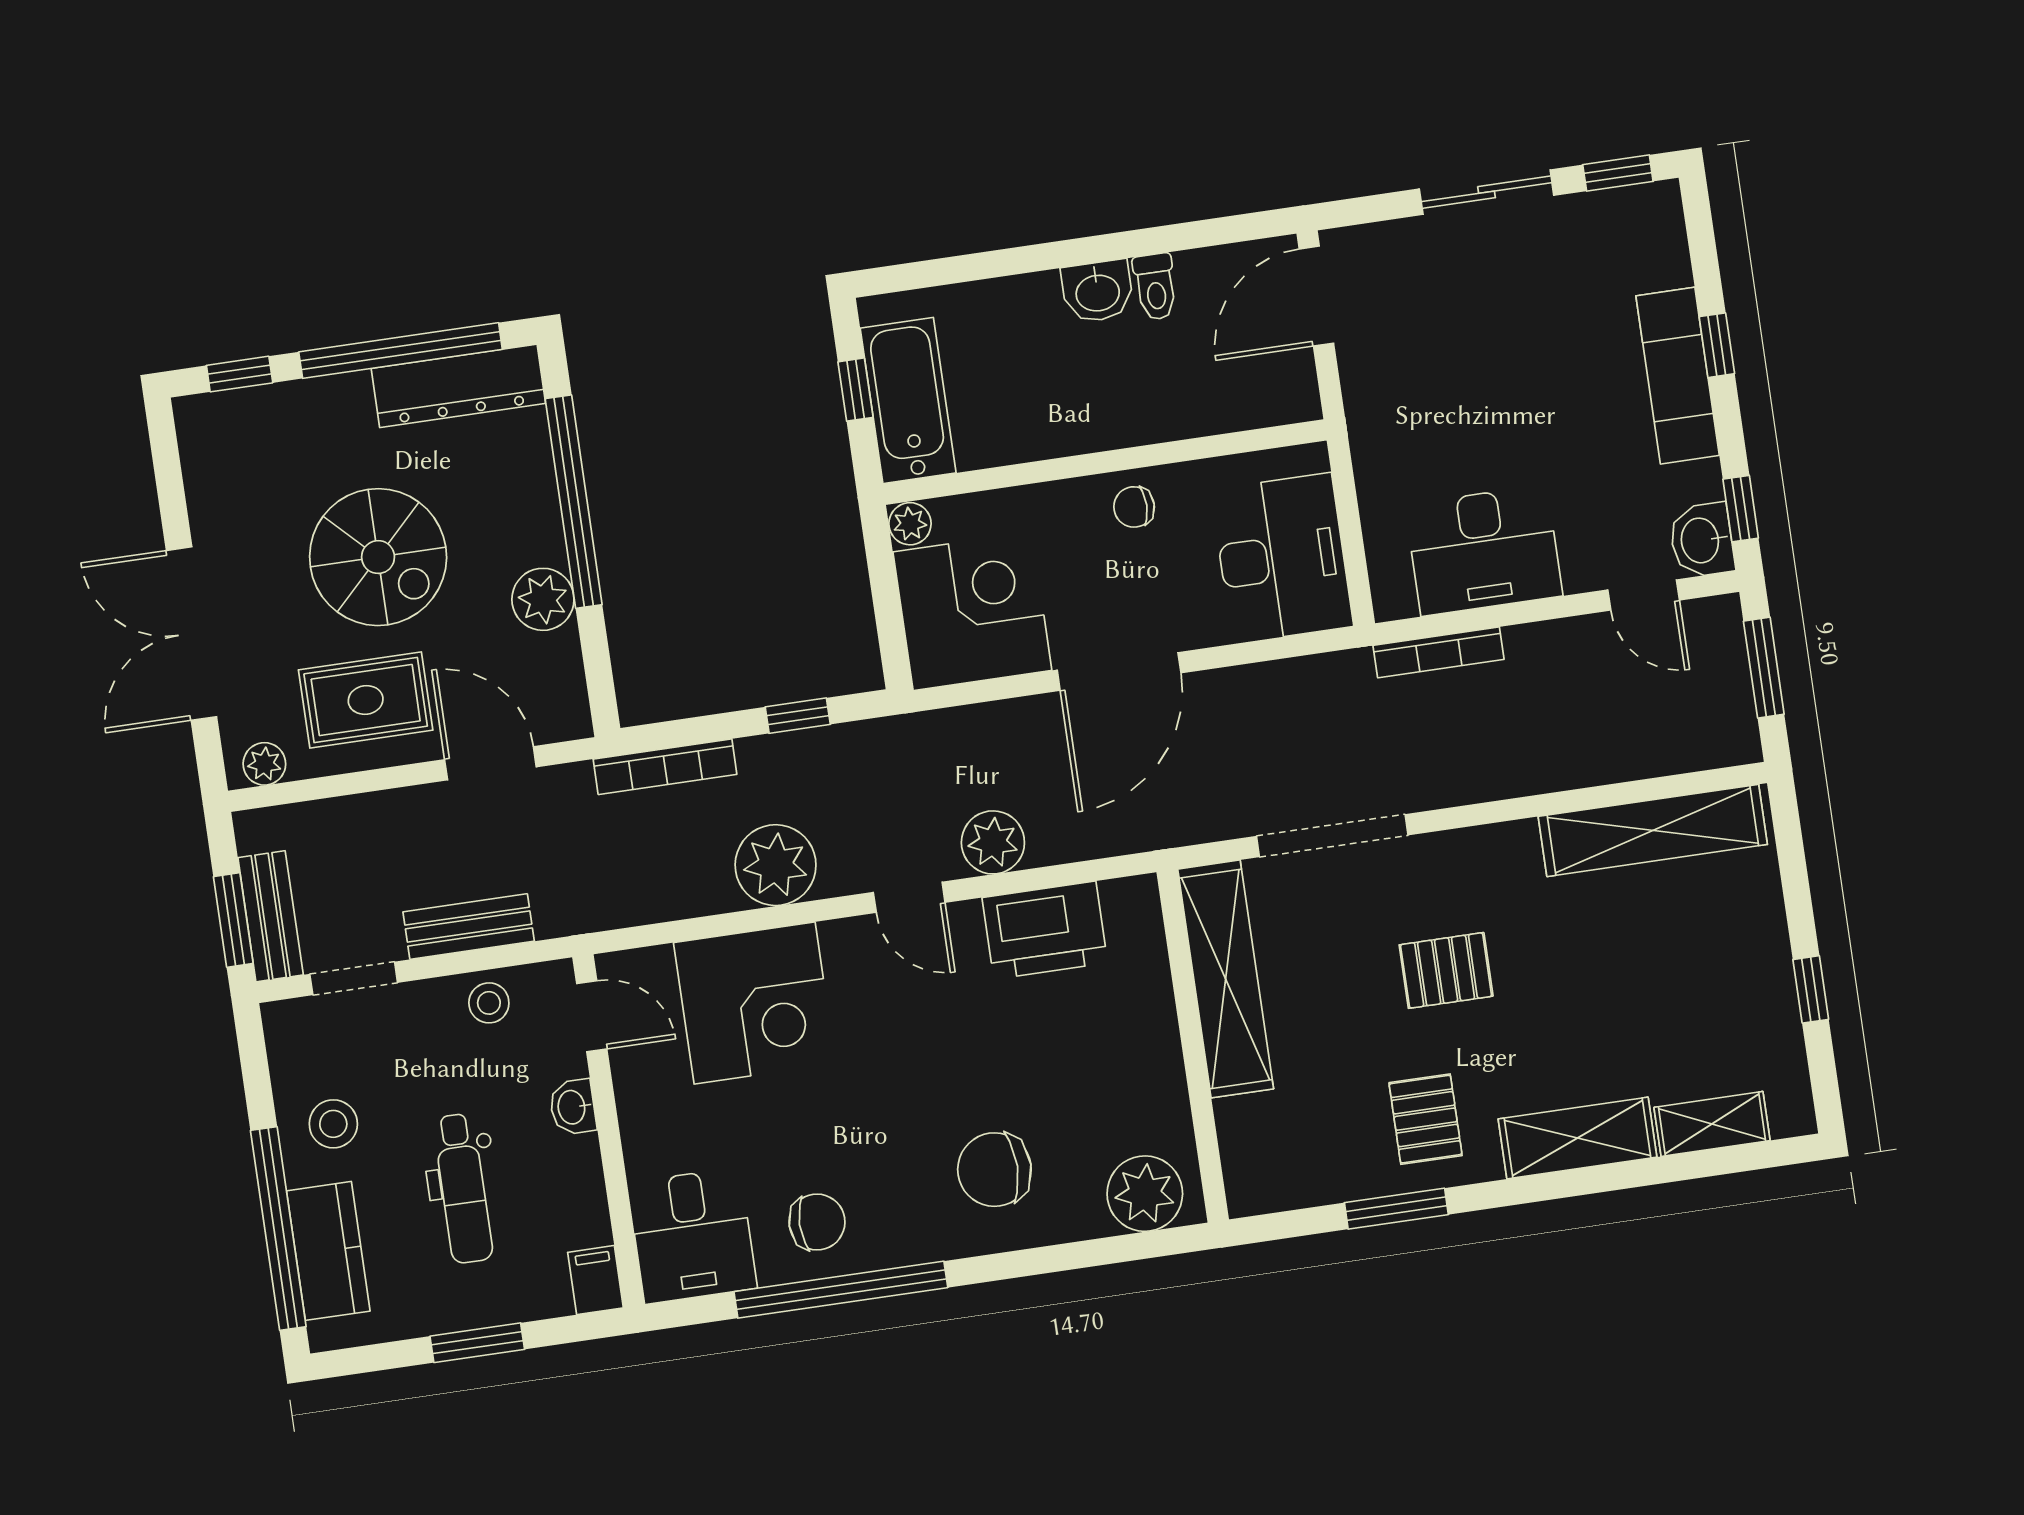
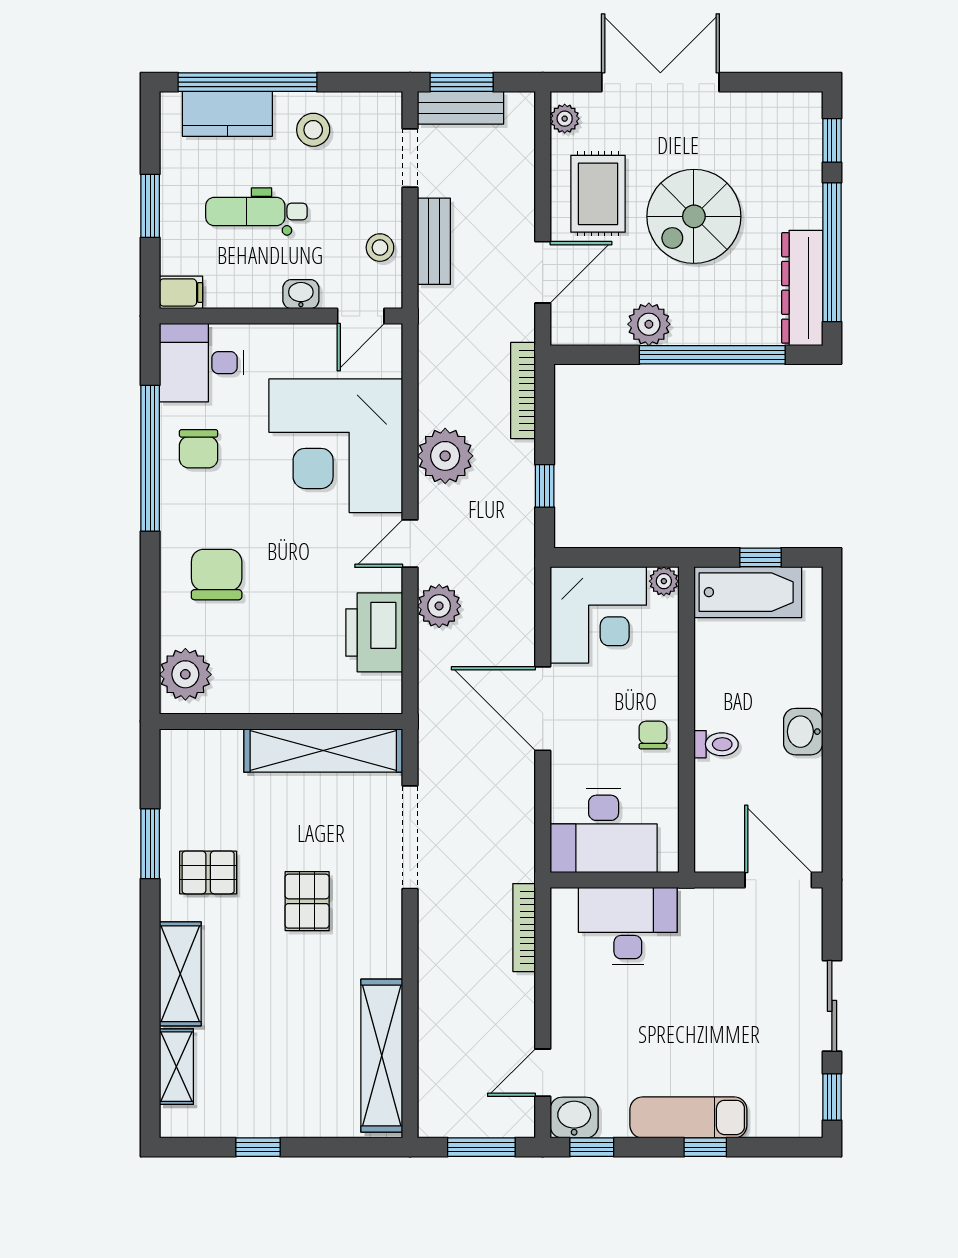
toilet: (1155, 287) -> (716, 744), moved, turned 180
desk: (1484, 550) -> (628, 926), moved, turned 90
corner desk: (755, 1003) -> (336, 446), width x1.36, depth x1.36

